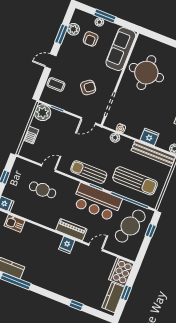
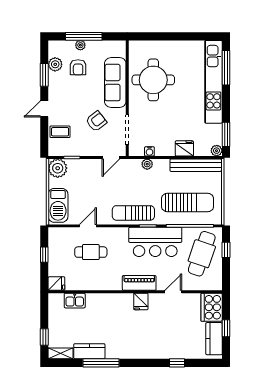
window: (105, 16) -> (84, 36), width x1.44
sofa: (121, 49) -> (115, 83), moved
barbecue: (31, 135) -> (58, 205), width x1.88, depth x1.53

